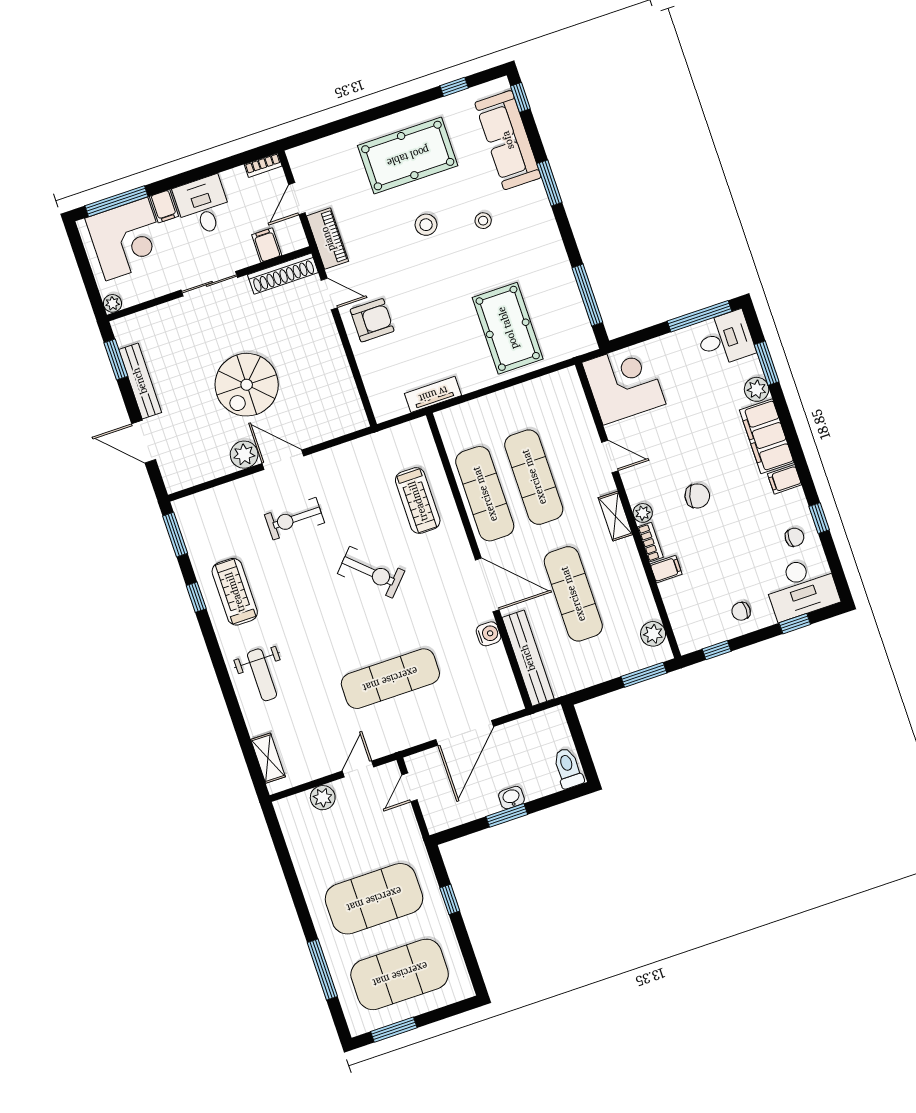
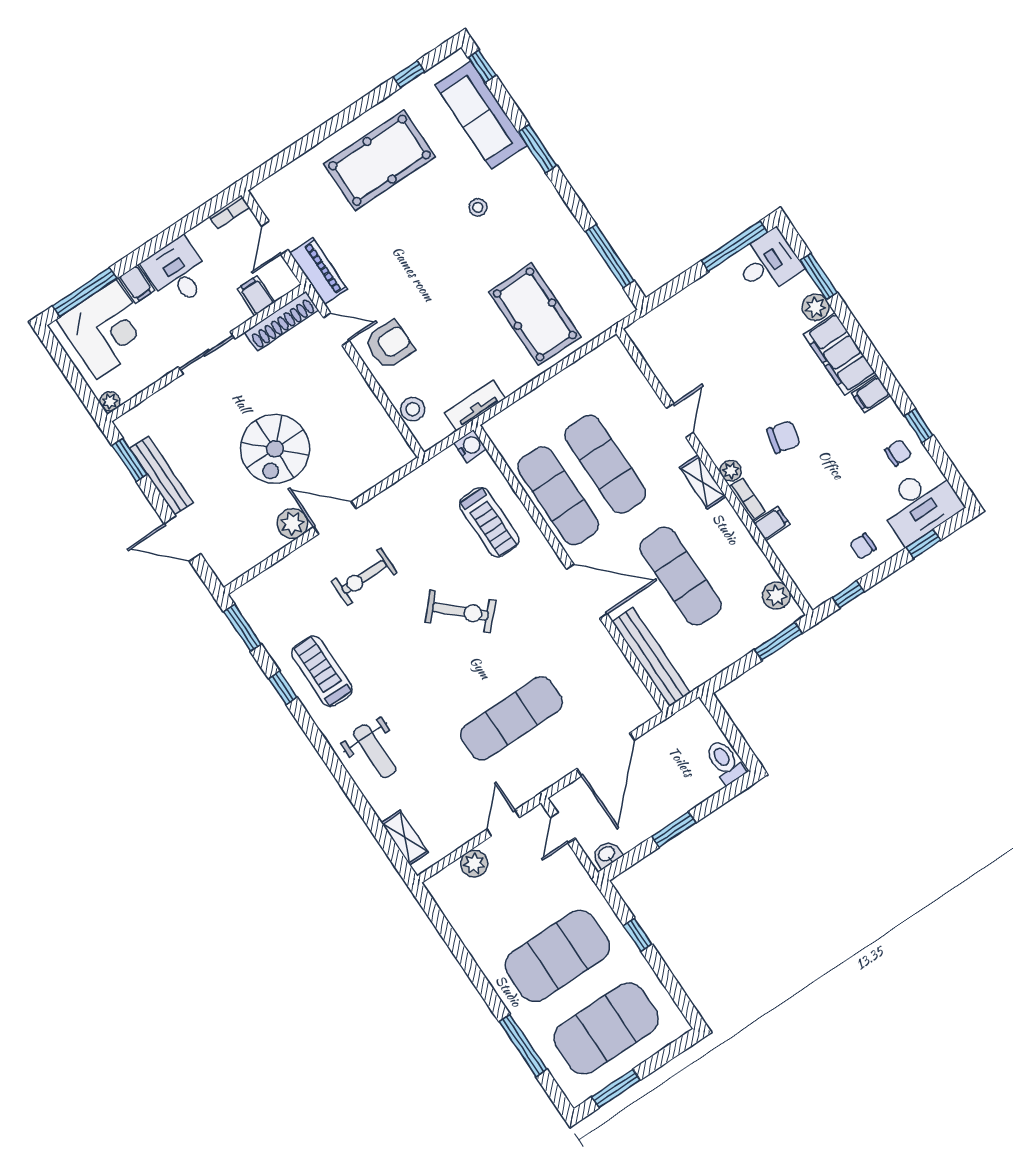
stool: (426, 225) -> (413, 409), moved
corner desk: (624, 383) -> (673, 339), removed
door: (610, 457) -> (680, 421), hinge flipped
water cooler: (488, 634) -> (470, 446), moved
washbasin: (511, 798) -> (607, 854), moved

